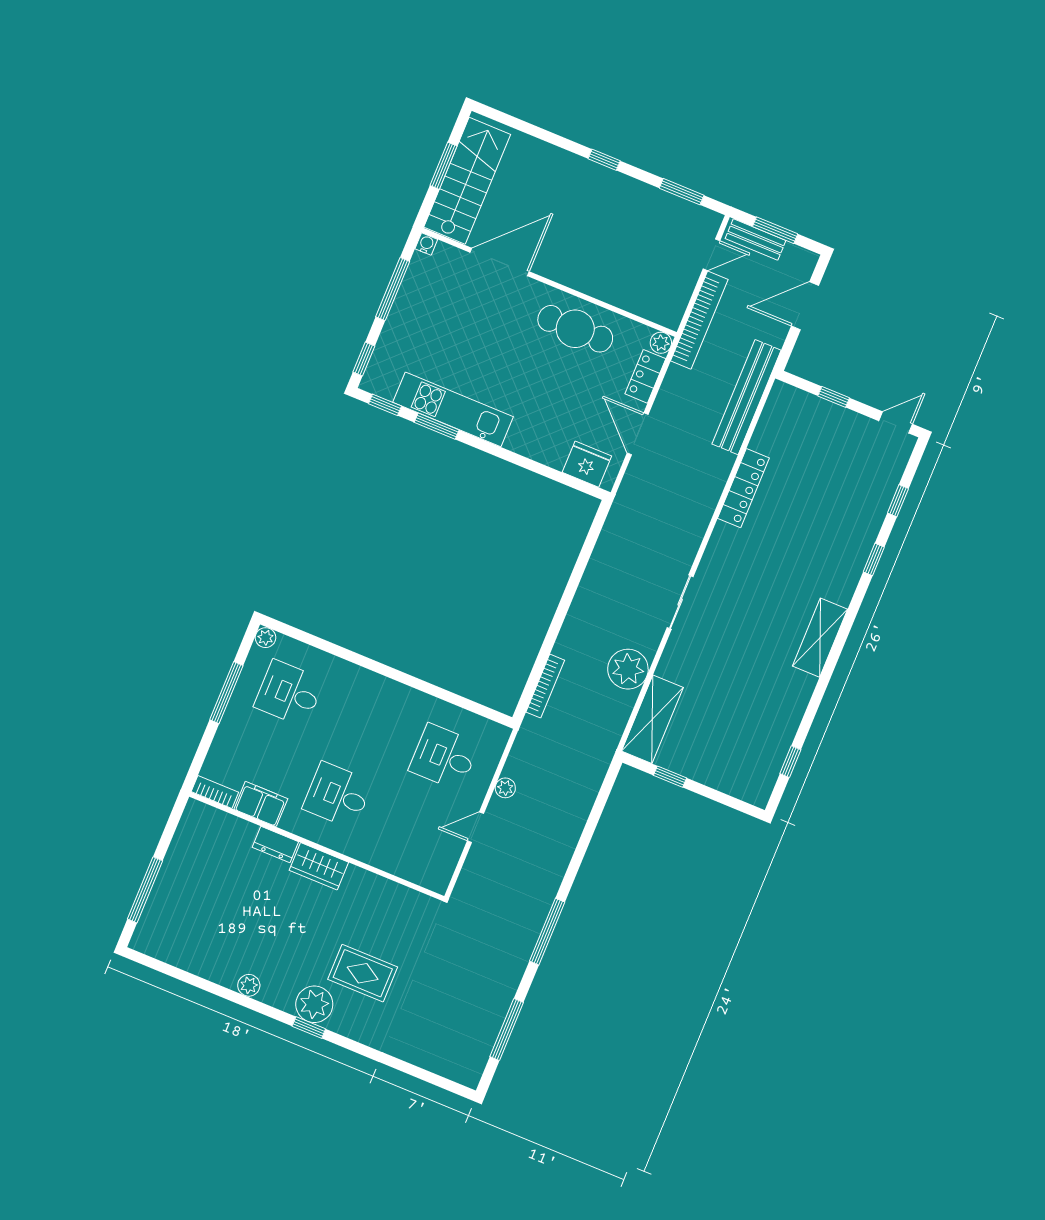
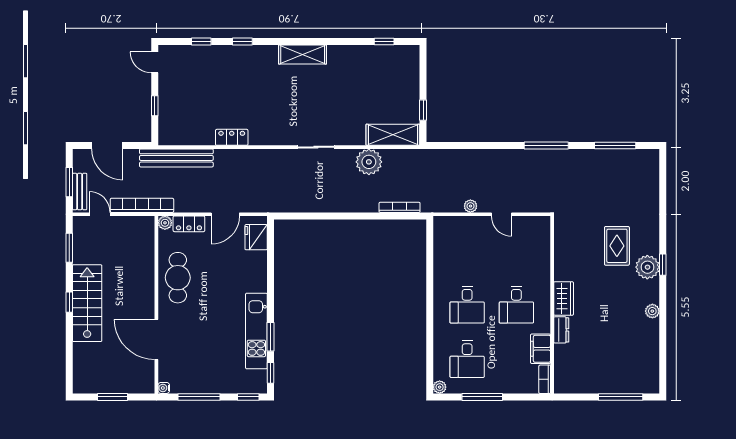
stairs: (467, 181) -> (87, 303), moved, turned 90
locker: (743, 488) -> (232, 137), width x0.66
desk: (444, 757) -> (467, 305), moved

